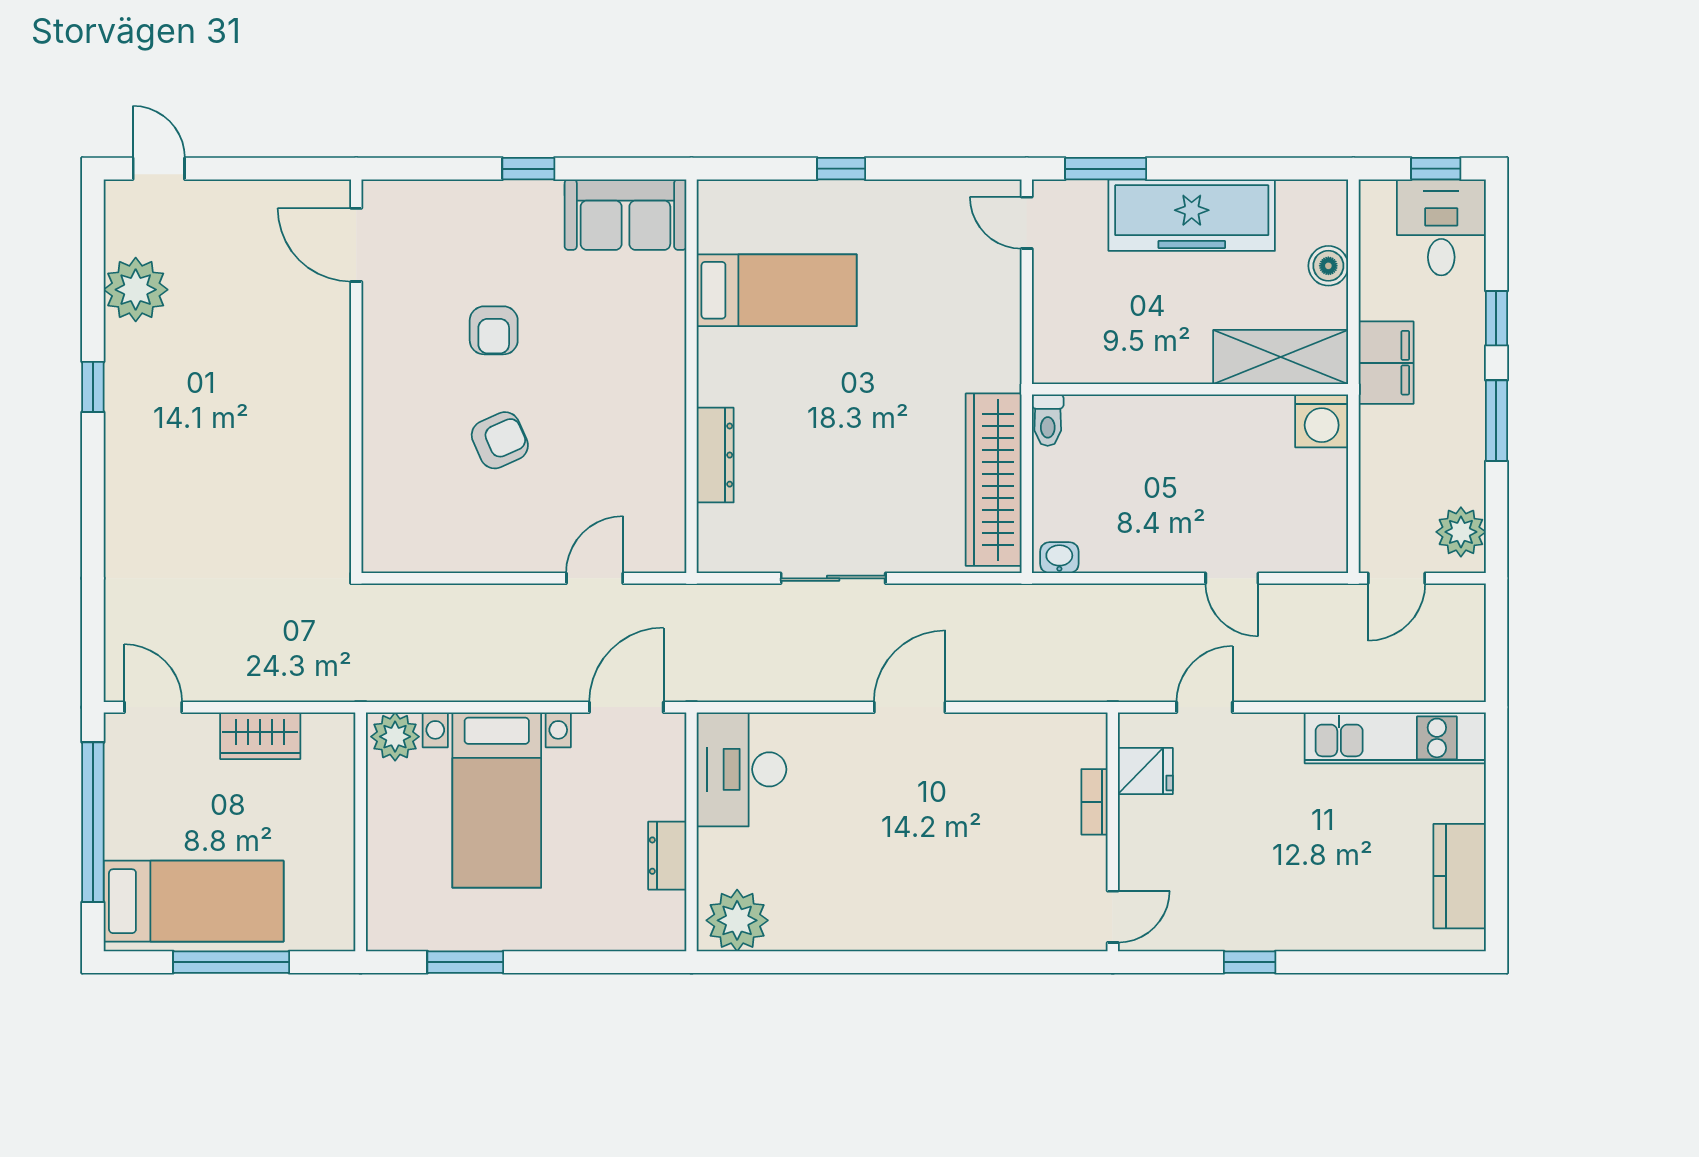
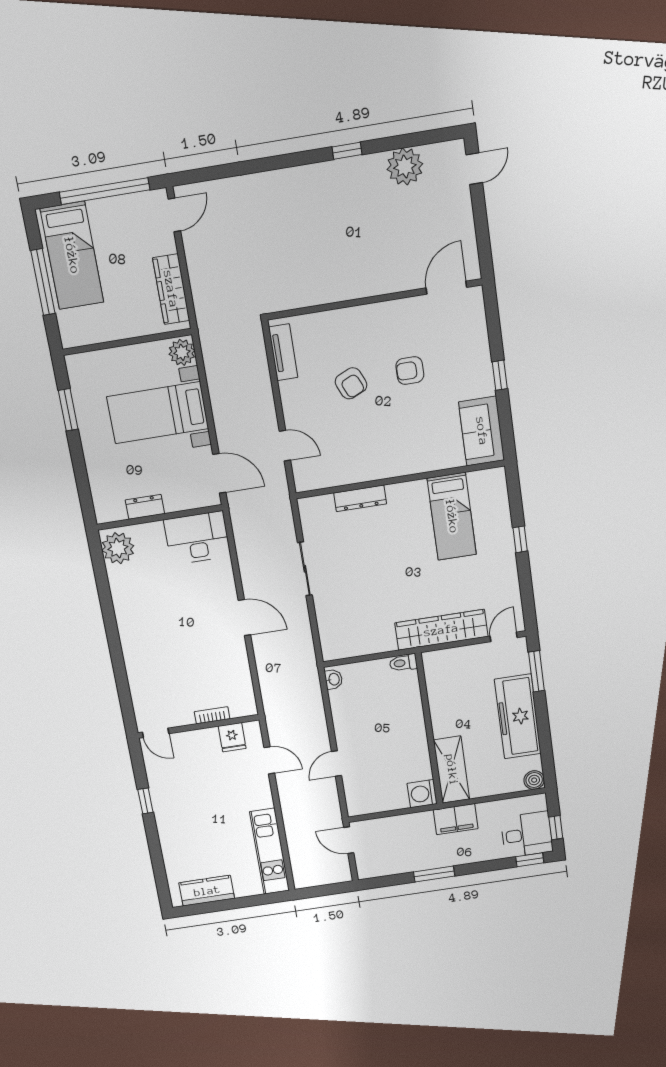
boiler: (1328, 266) -> (534, 780), moved
window: (1496, 318) -> (530, 860), moved
wardrobe: (994, 480) -> (441, 630), moved
plant: (1461, 532) -> (377, 866), removed
tv unit: (424, 554) -> (283, 352), added
wardrobe: (260, 736) -> (171, 289), width x1.50

